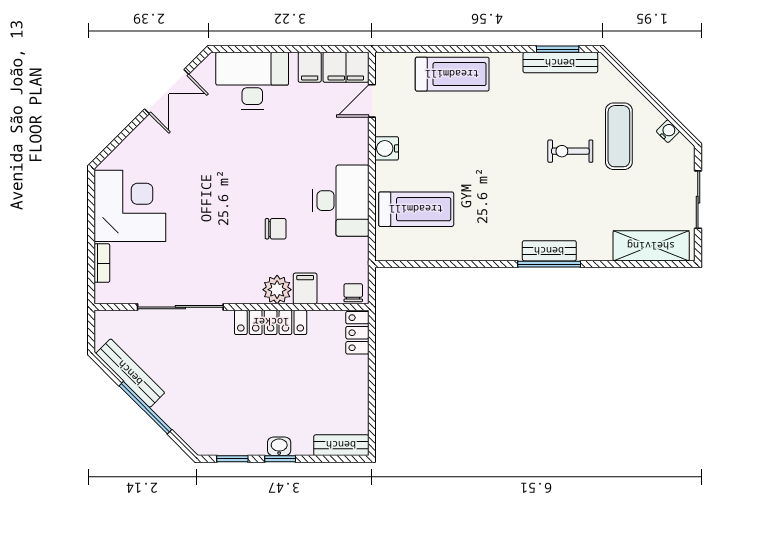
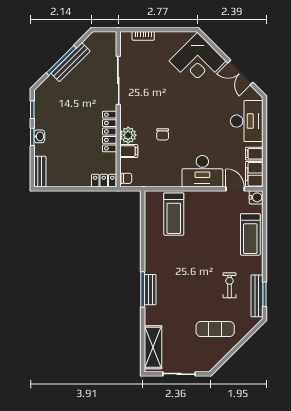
water cooler: (668, 131) -> (218, 357), removed
water cooler: (387, 148) -> (256, 197), moved, turned 90
exercise bike: (570, 151) -> (229, 285), moved
desk: (341, 201) -> (202, 171), moved
corner desk: (130, 206) -> (198, 61), moved, turned 45
bench: (130, 373) -> (71, 62), moved

